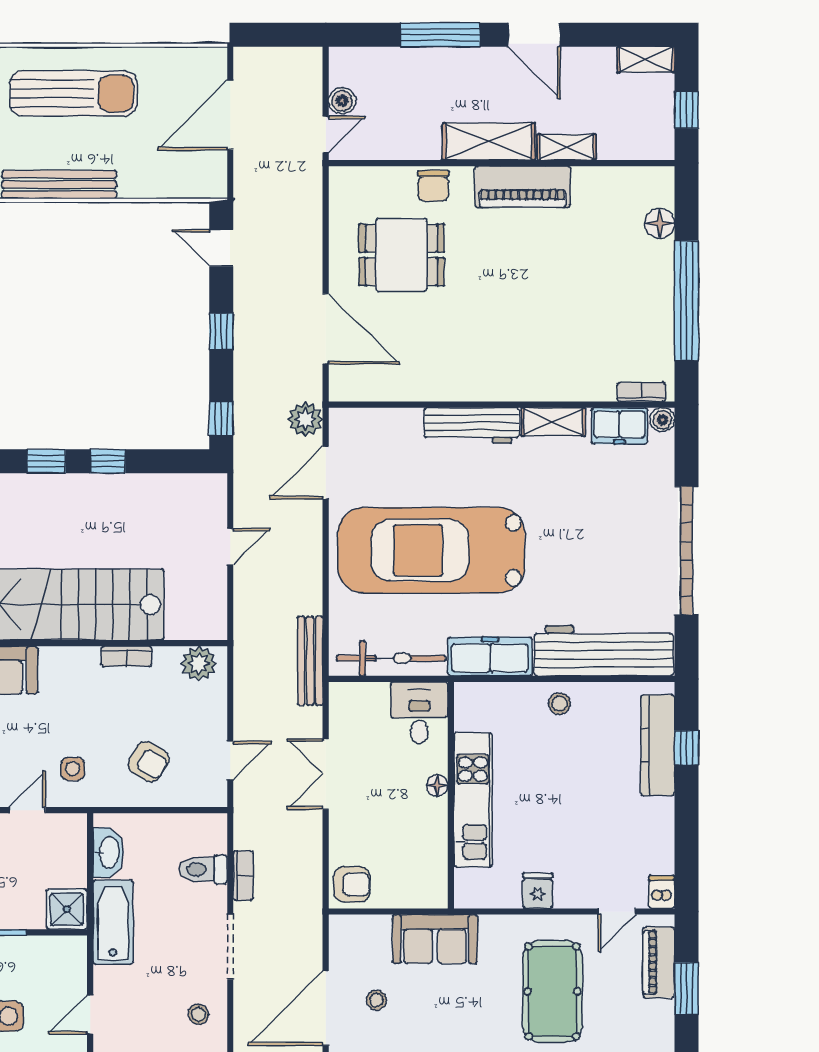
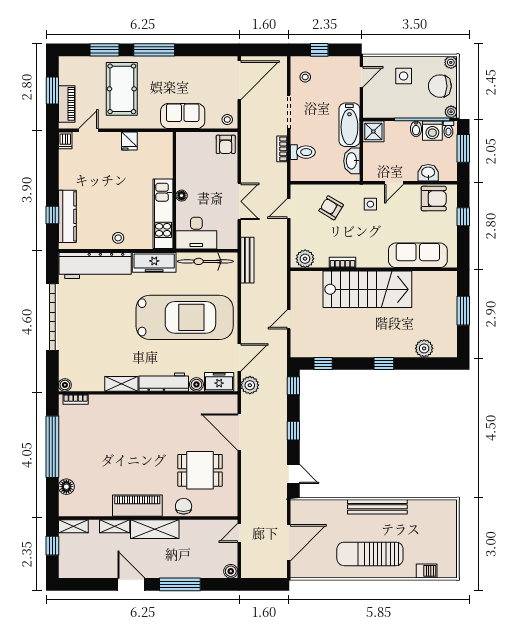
shelving: (646, 60) -> (73, 526), moved
boiler: (342, 101) -> (231, 571), moved
boiler: (408, 421) -> (196, 384), added
freezer: (620, 426) -> (219, 382), moved
window: (108, 461) -> (323, 363), moved
desk: (419, 713) -> (196, 233), width x1.37
kitchen unit: (473, 800) -> (163, 214), moved
armchair: (352, 884) -> (226, 144), turned -90
stool: (376, 1000) -> (227, 120), moved

